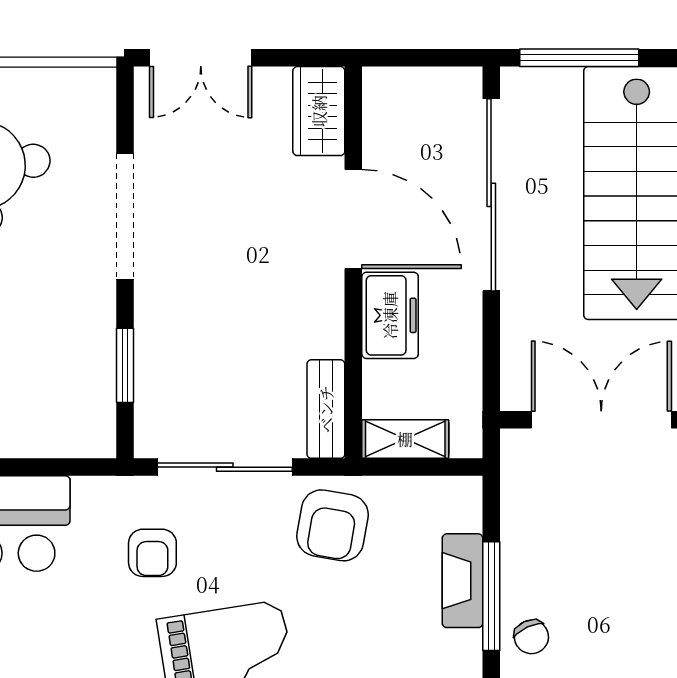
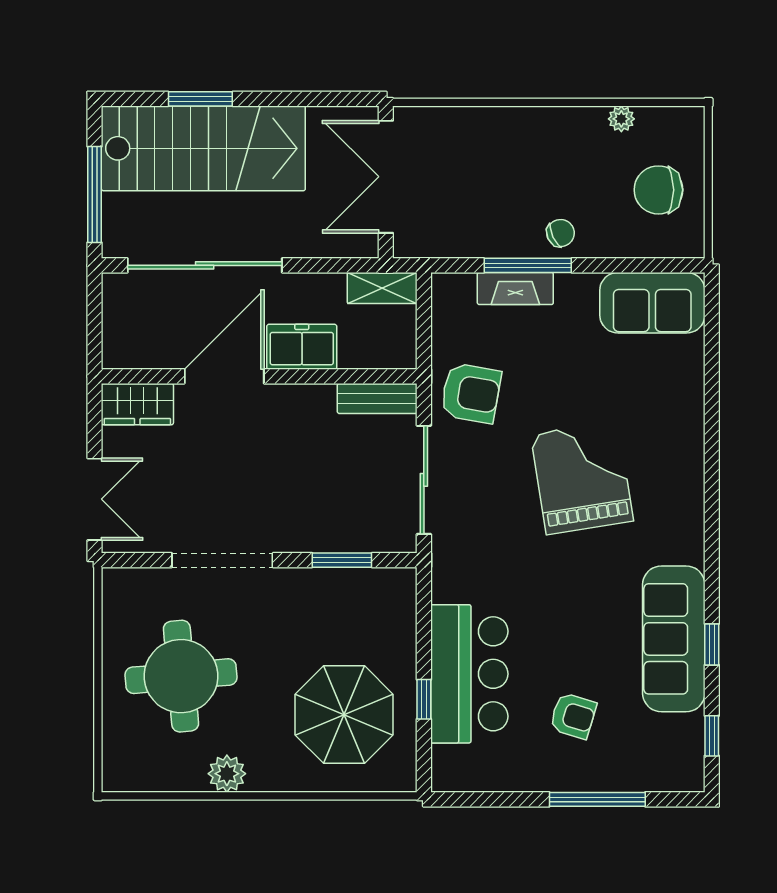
shelving: (405, 439) -> (382, 288), moved, turned 90
armchair: (152, 553) -> (493, 538), removed

